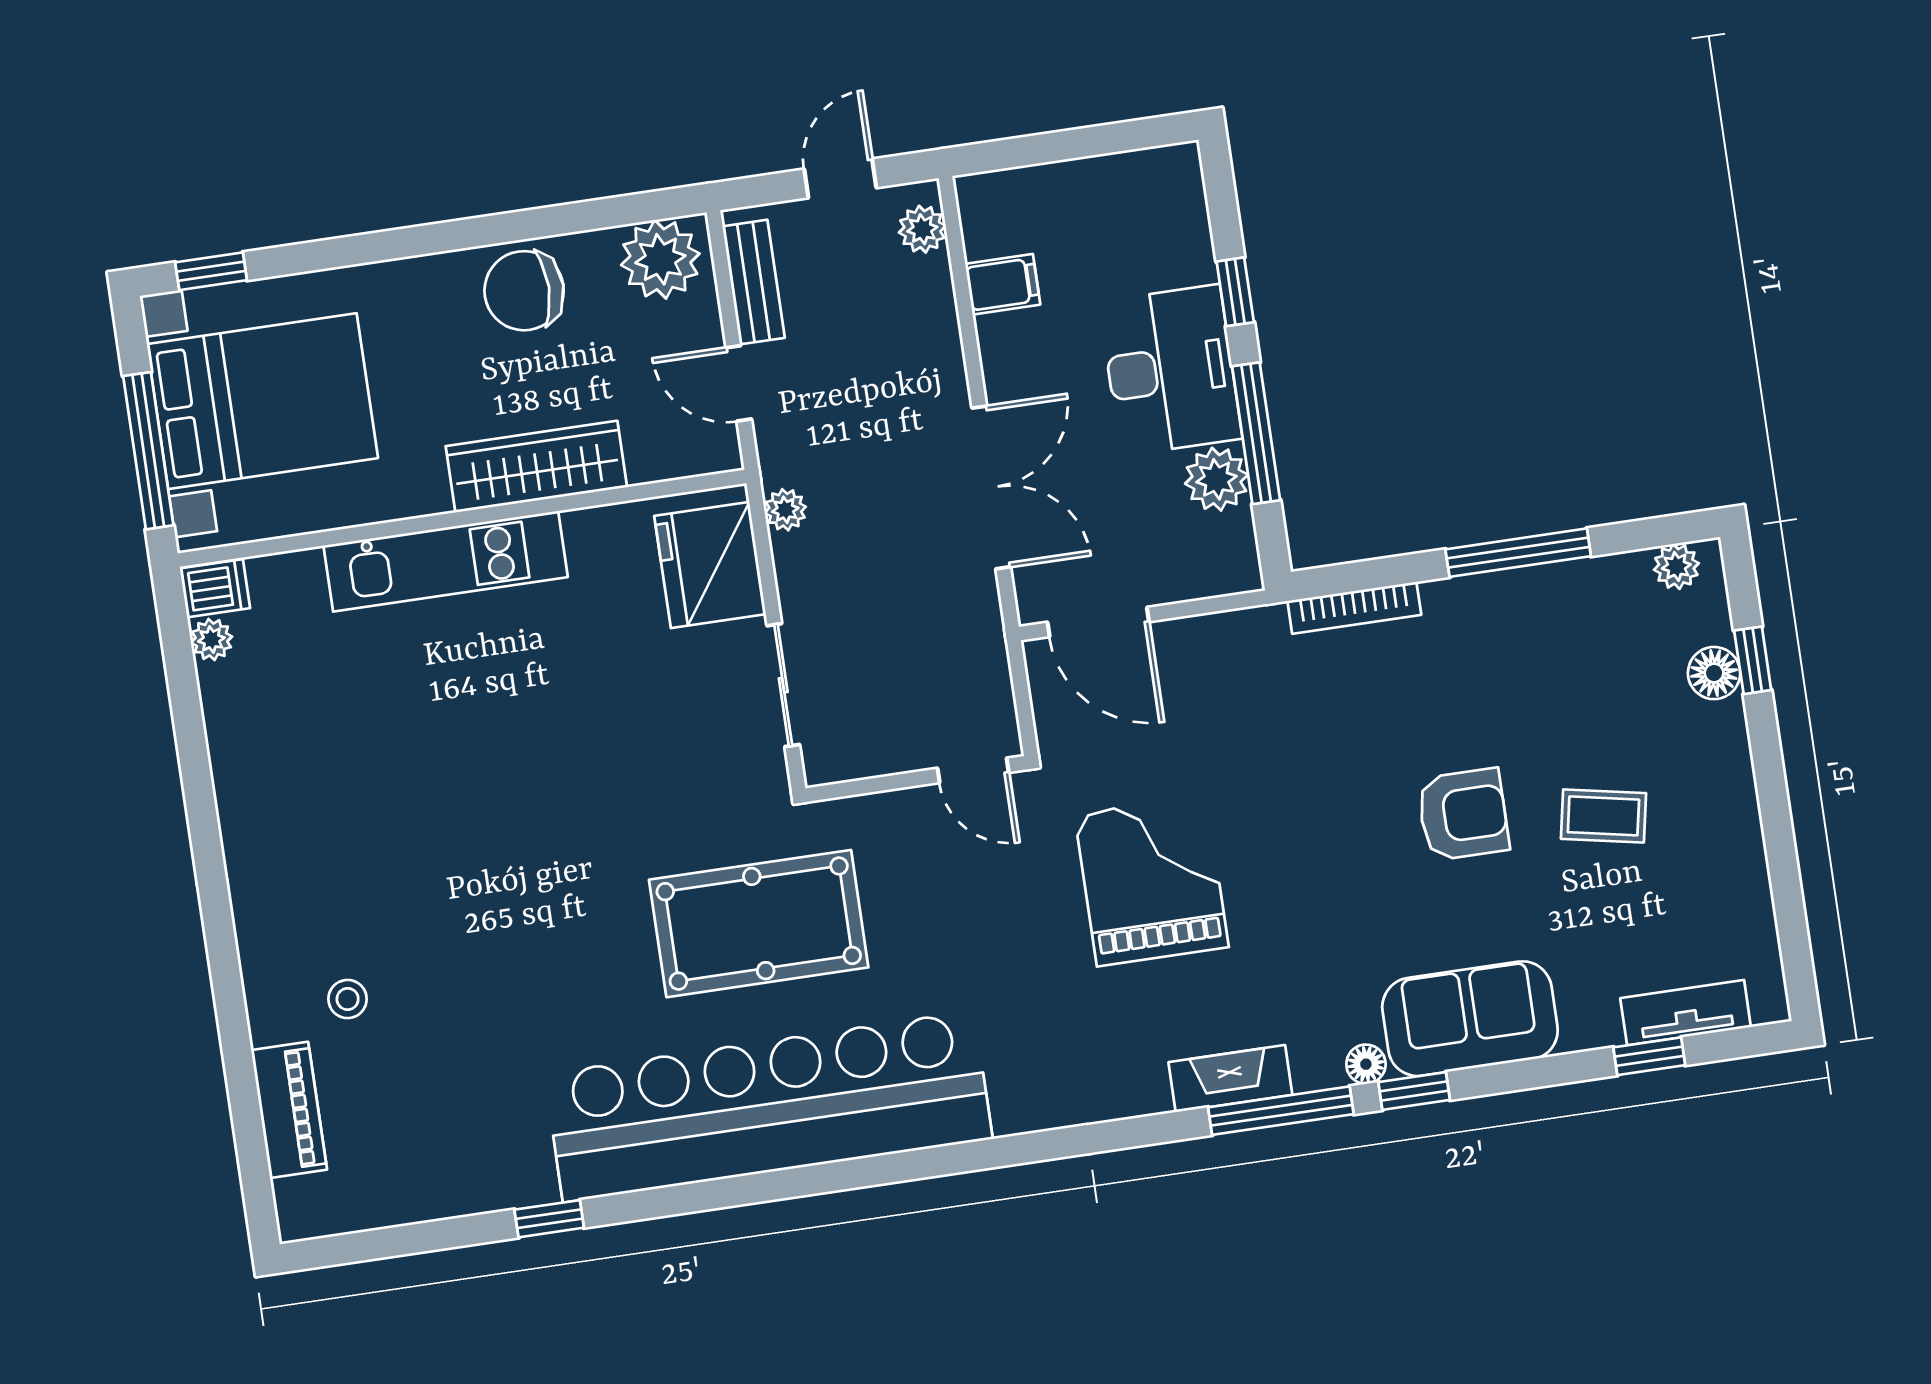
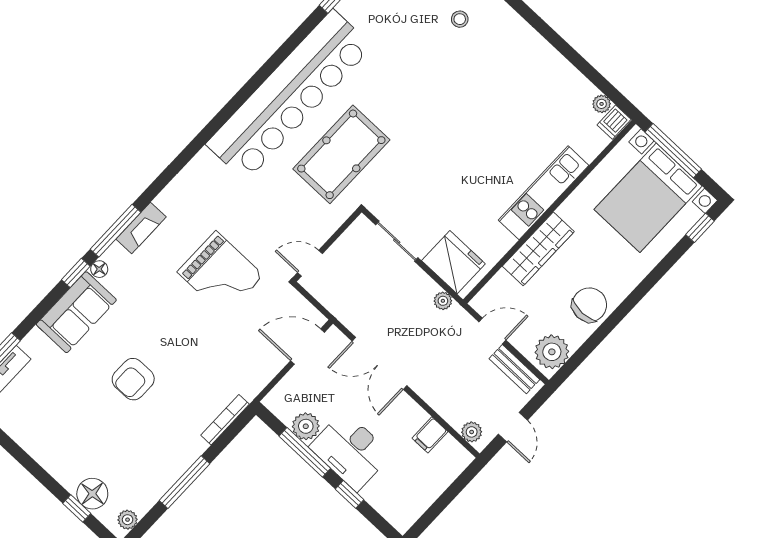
floor lamp: (1714, 673) -> (92, 494), width x1.38, depth x1.38
coffee table: (1603, 816) -> (85, 416), removed

